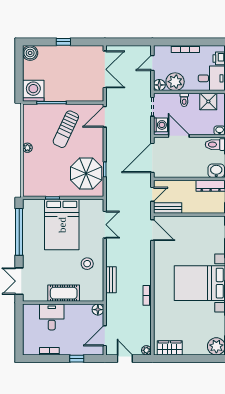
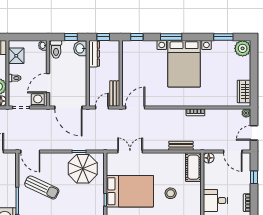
door: (152, 194) -> (102, 107), hinge flipped
stool: (87, 264) -> (171, 193), moved
cot: (64, 293) -> (193, 167), moved

